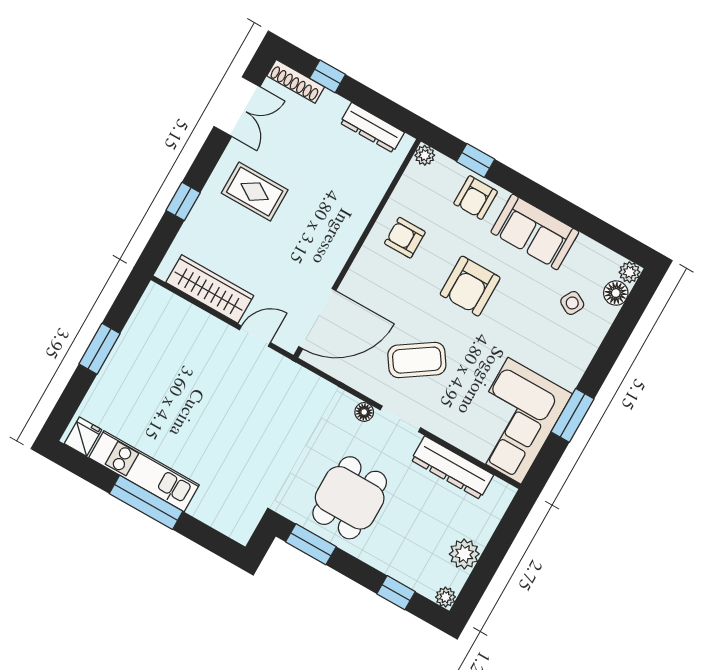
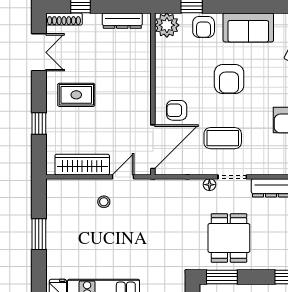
plant: (425, 155) -> (167, 25), width x1.88, depth x1.88
armchair: (405, 238) -> (177, 110), moved
stool: (210, 355) -> (104, 202), added
coffee table: (417, 360) -> (223, 138), turned 34

